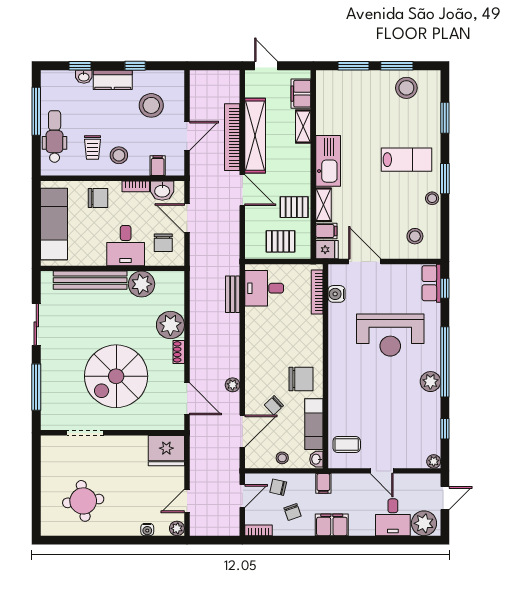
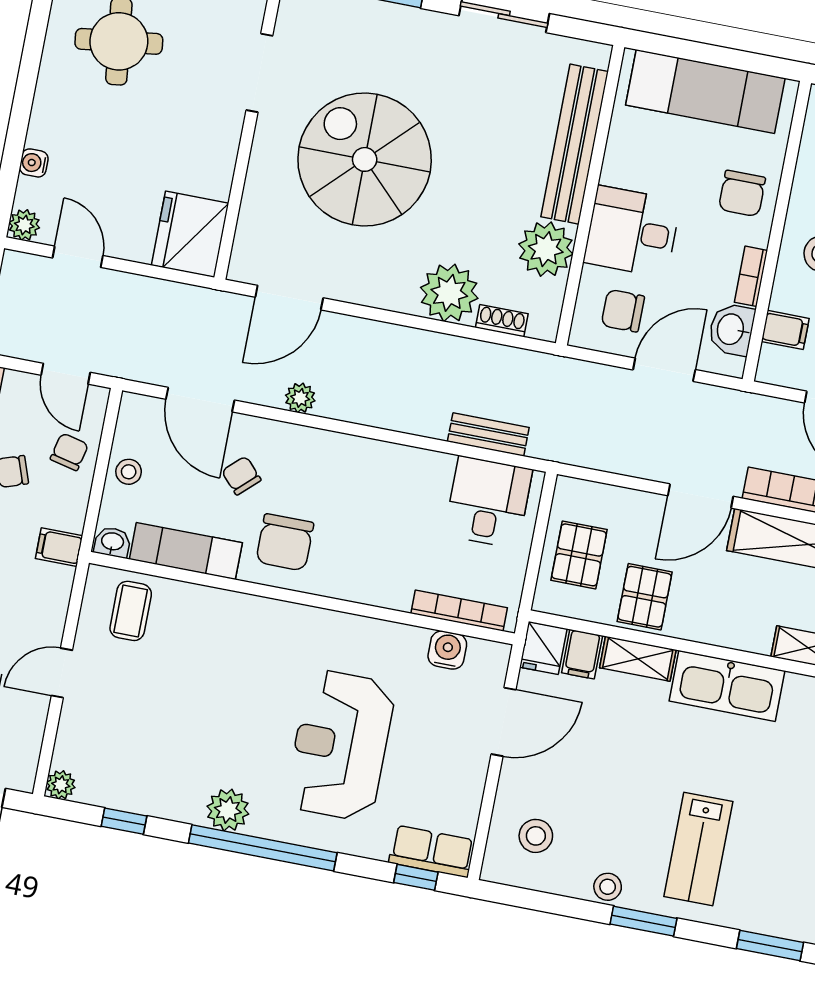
shoe rack: (179, 352) -> (502, 321), moved

